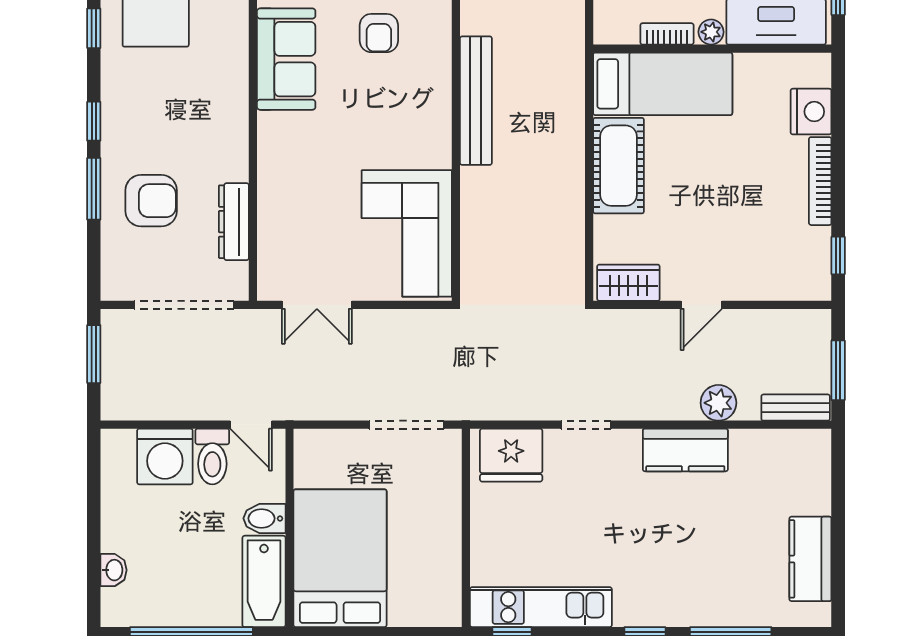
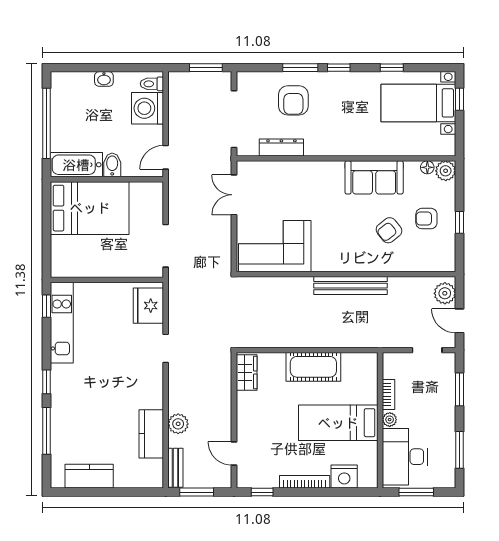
armchair: (379, 33) -> (389, 230), turned -38
bed: (663, 84) -> (338, 423), moved, turned 90
door: (701, 305) -> (234, 454), moved
kitchen counter: (685, 450) -> (151, 434), moved
toilet: (212, 457) -> (152, 84), moved, width x0.73, depth x0.72
washbasin: (113, 570) -> (104, 79), moved

